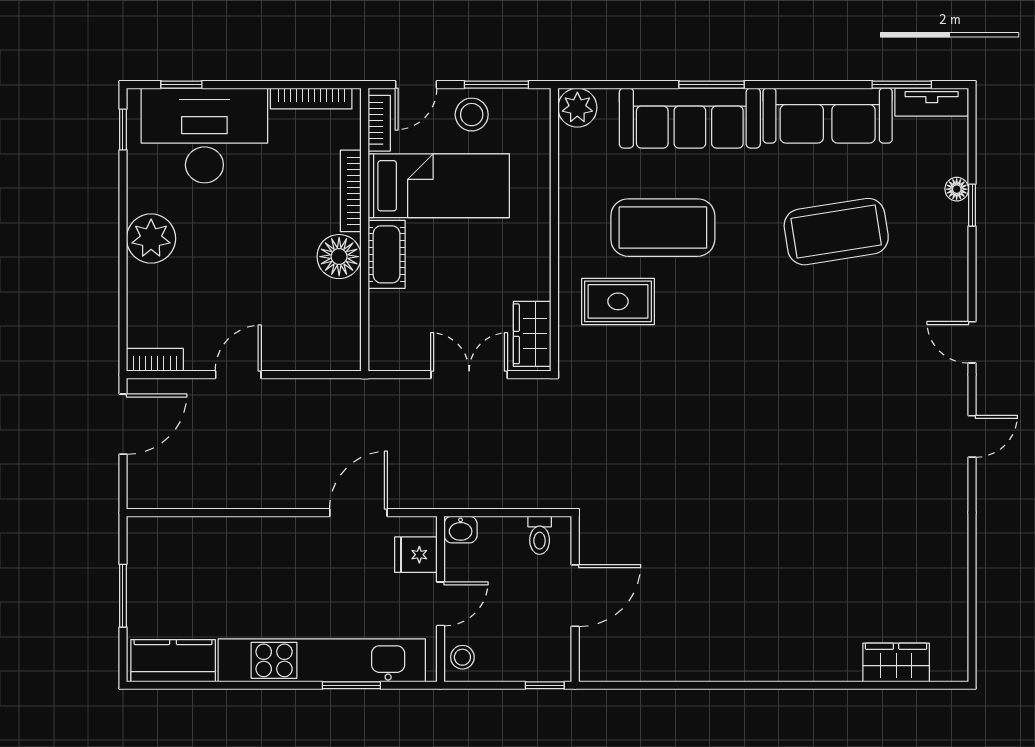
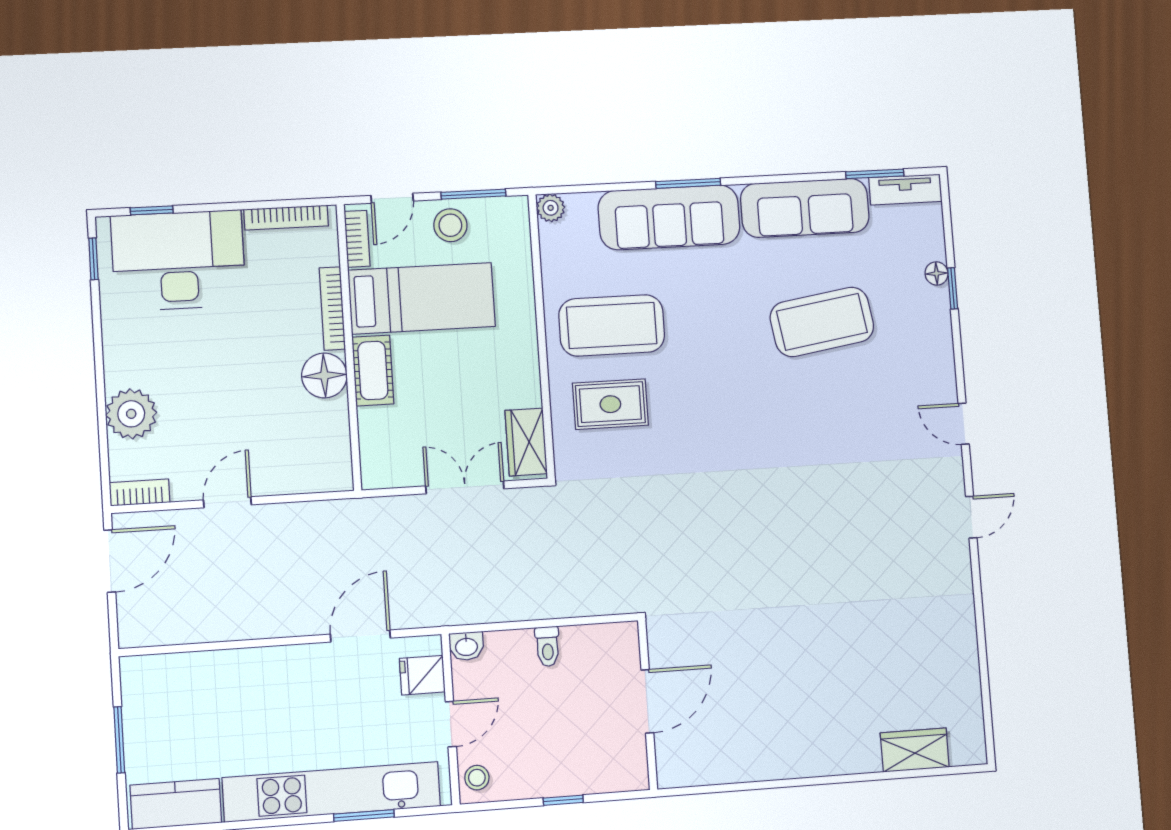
plant: (577, 108) -> (551, 208), width x0.73, depth x0.73
coffee table: (663, 228) -> (612, 325), moved
plant: (151, 239) -> (131, 414), moved
door: (575, 596) -> (647, 701), moved
wall: (575, 599) -> (648, 705), moved

